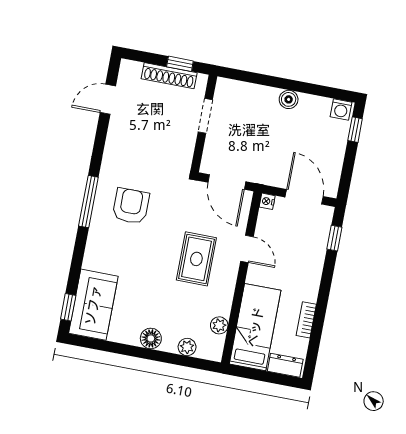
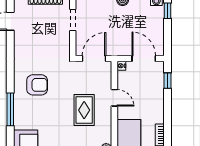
door: (227, 182) -> (94, 59), swing flipped
window: (88, 202) -> (10, 109), moved
armchair: (131, 206) -> (37, 85), turned 90

